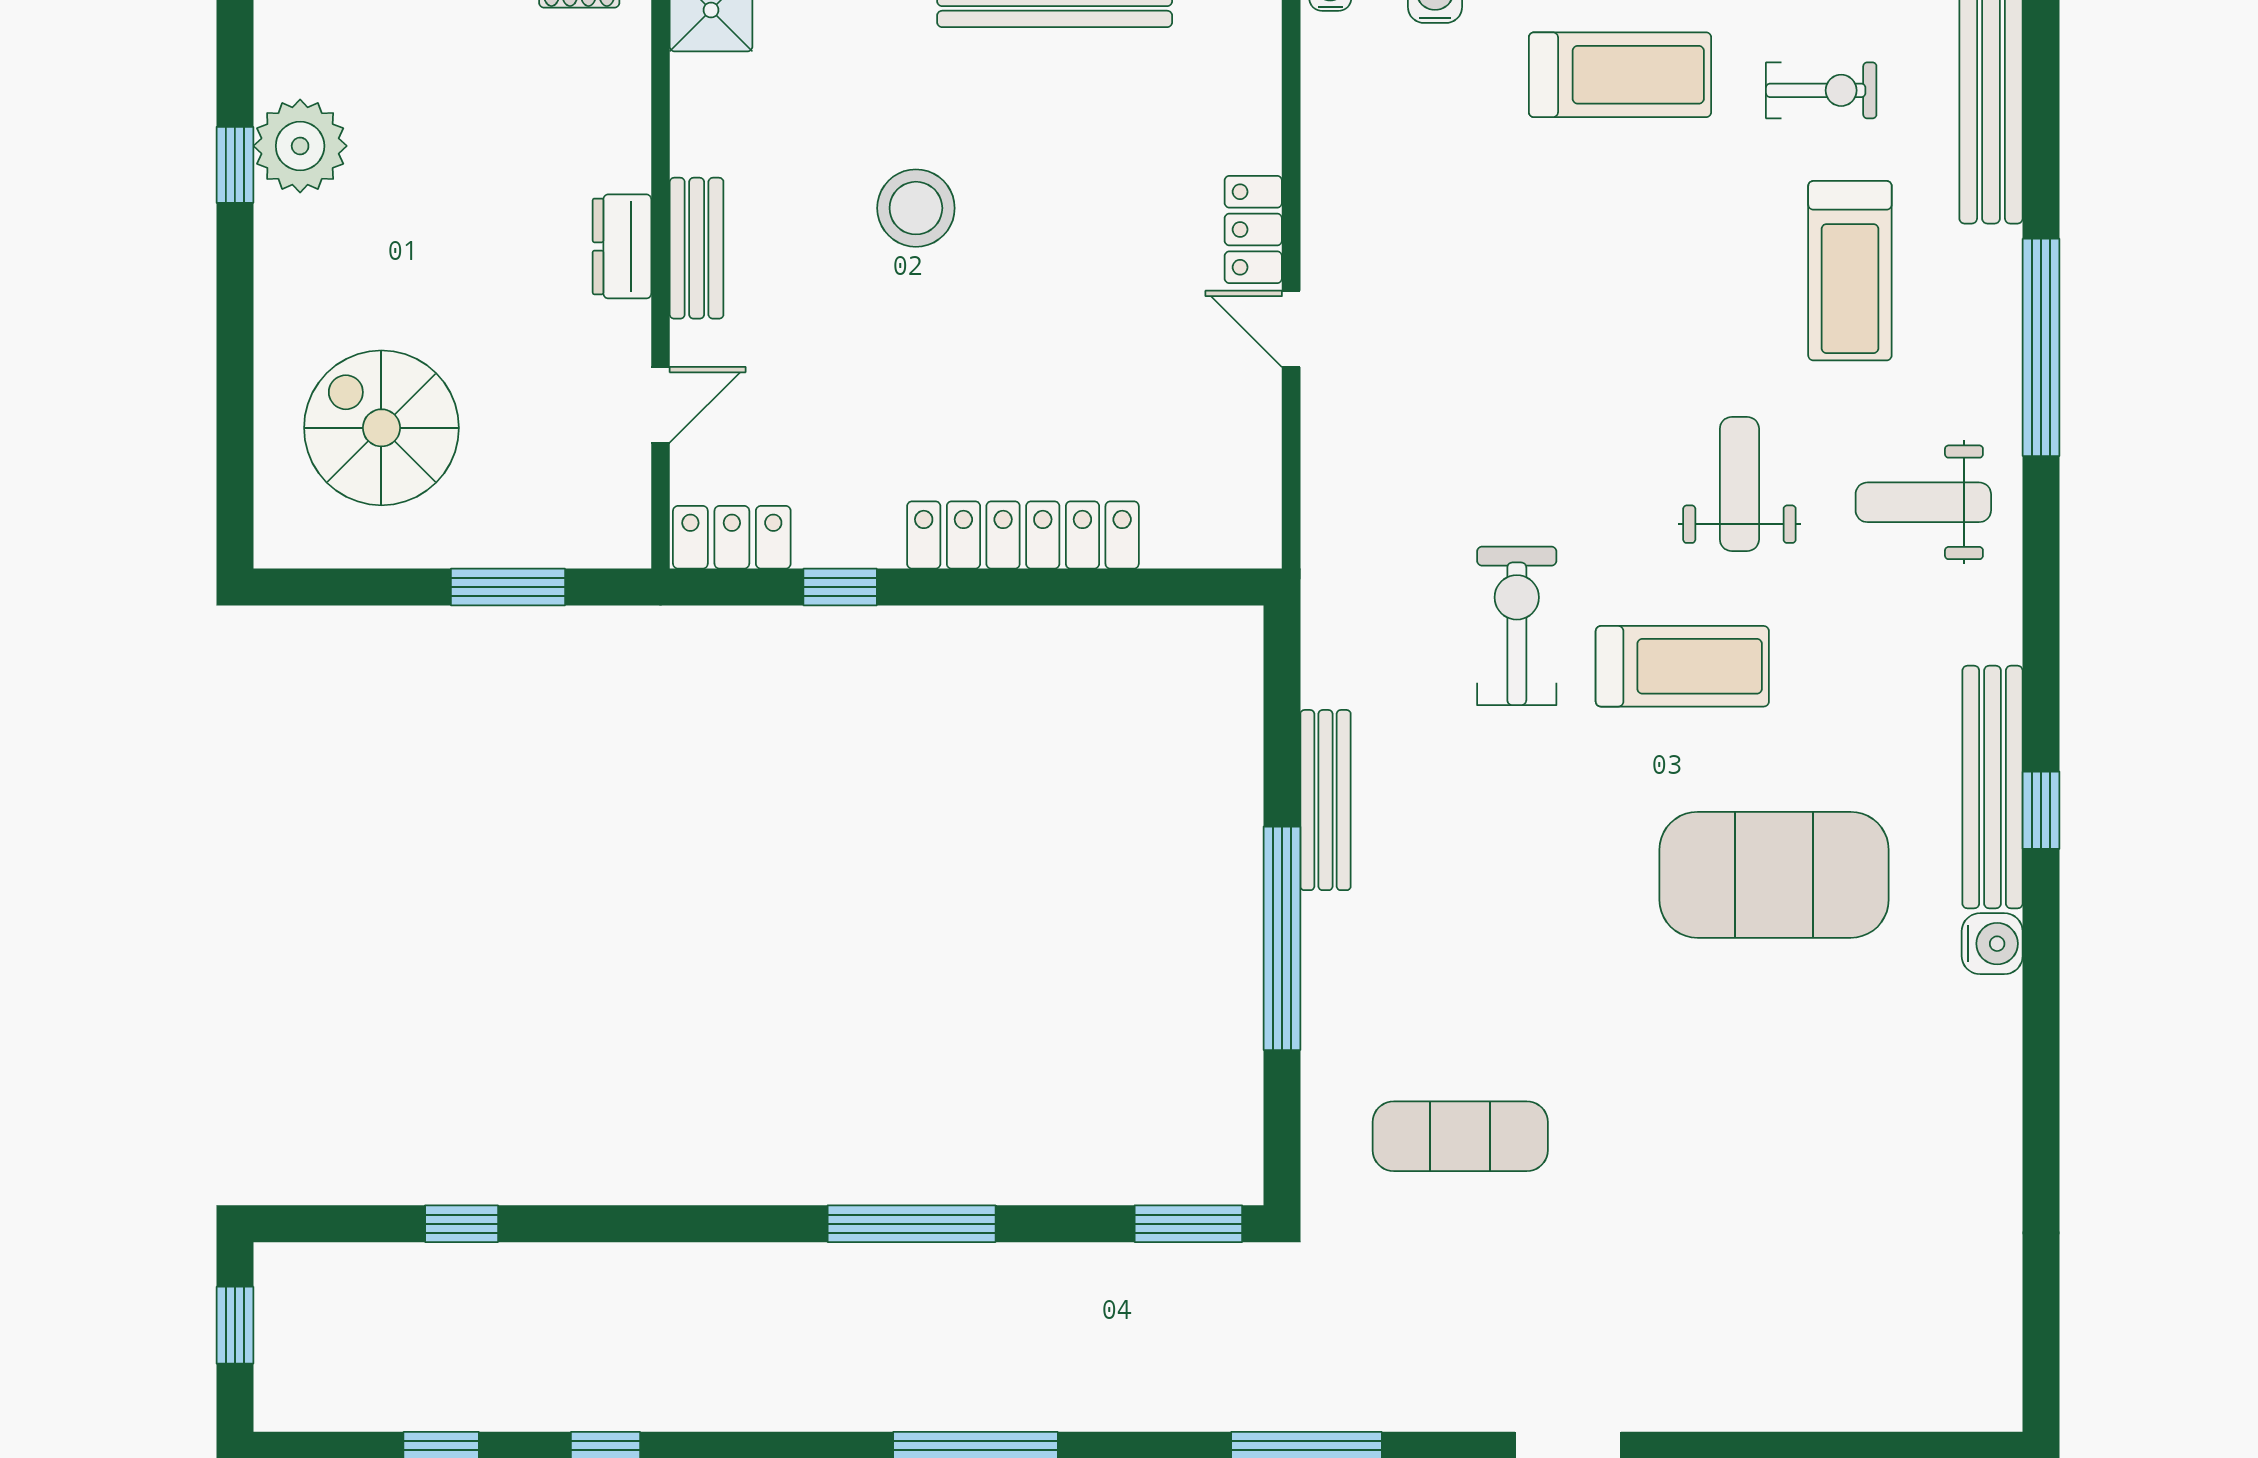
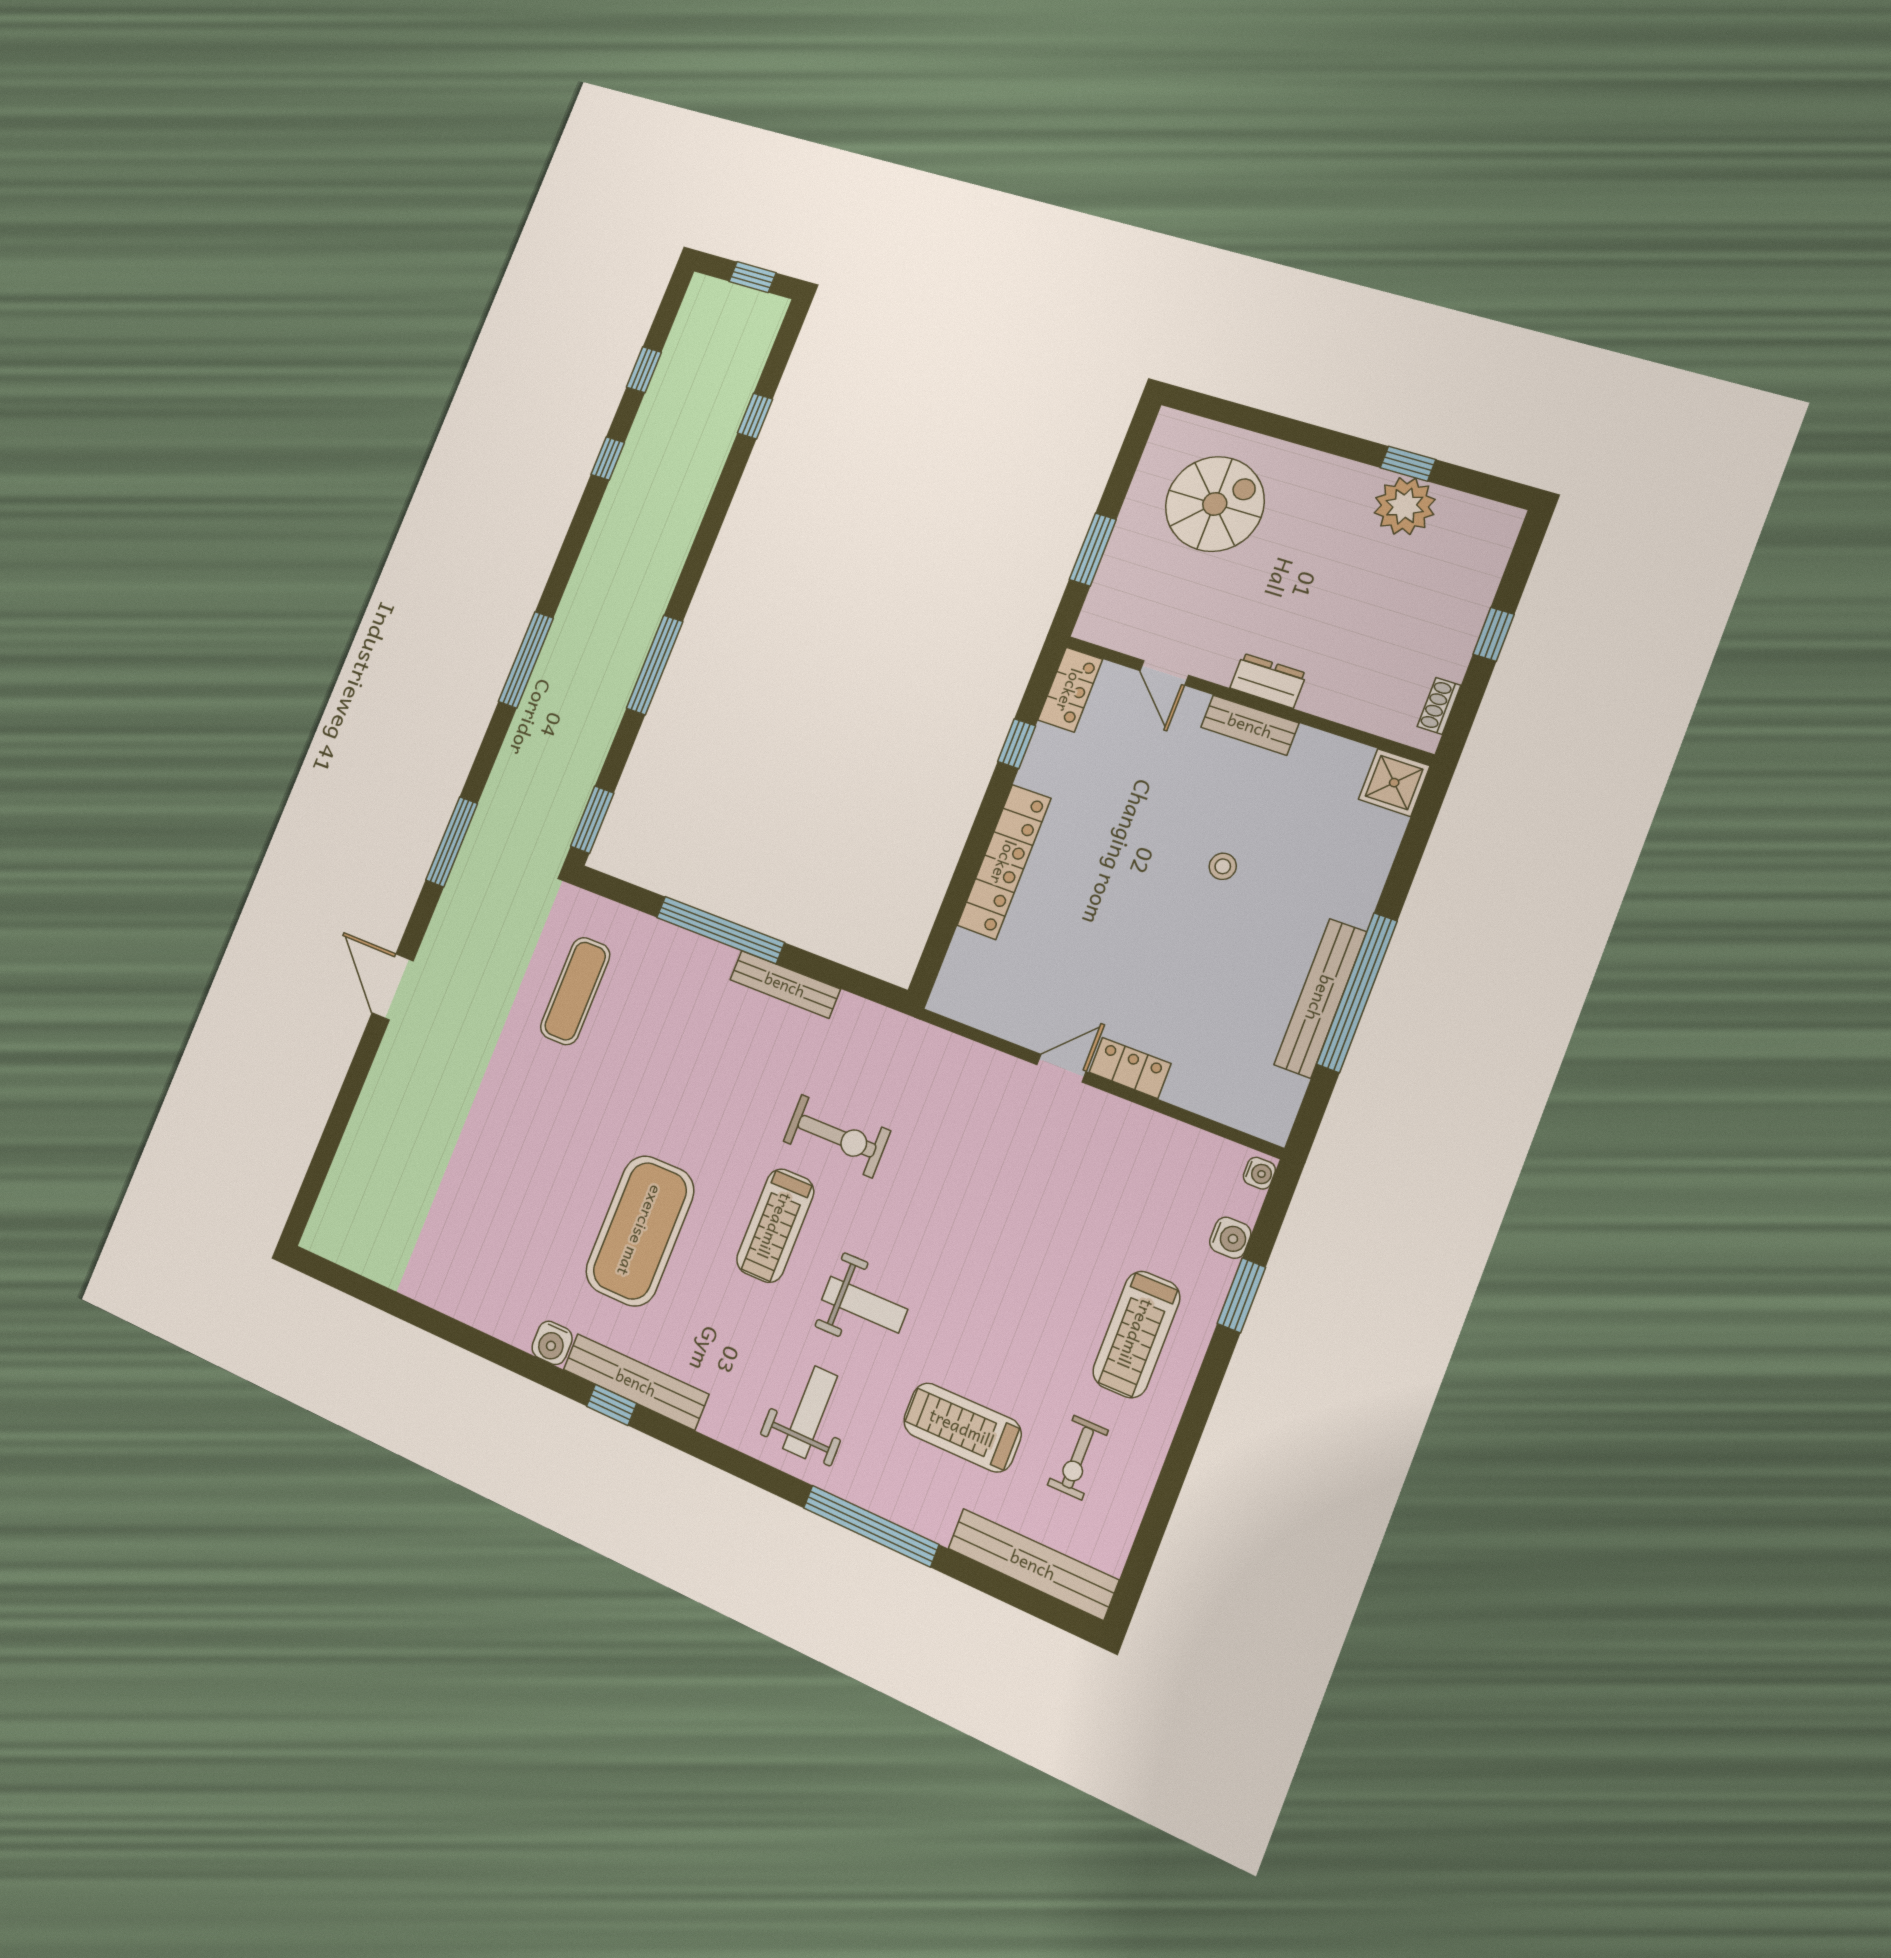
stool: (916, 208) -> (1223, 866), width x0.53, depth x0.53

